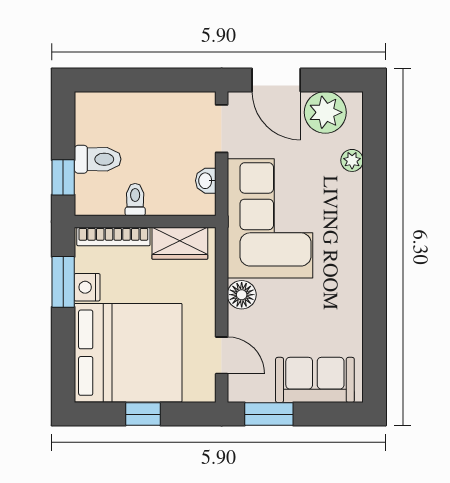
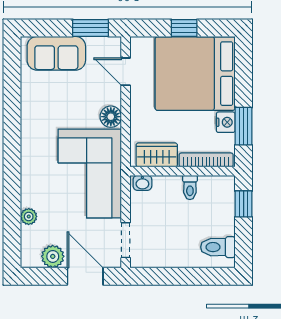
plant: (325, 112) -> (53, 256), width x0.73, depth x0.73
toilet: (98, 159) -> (218, 247), moved
washbasin: (206, 181) -> (142, 183), moved, turned 90

